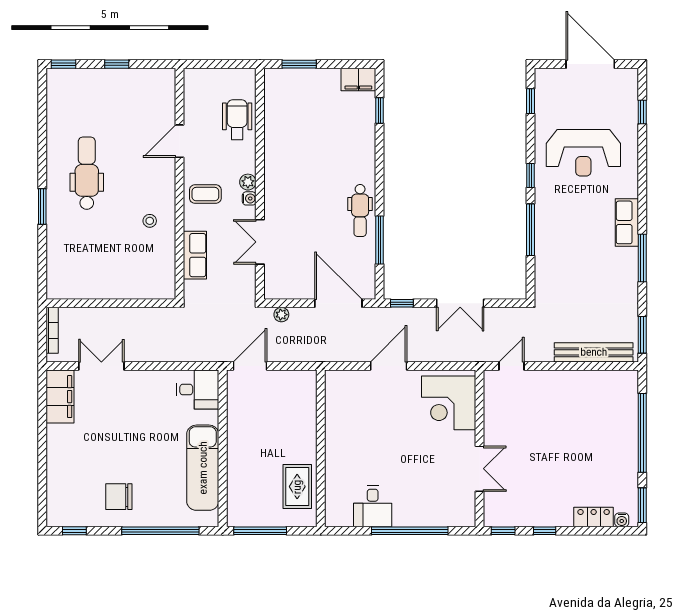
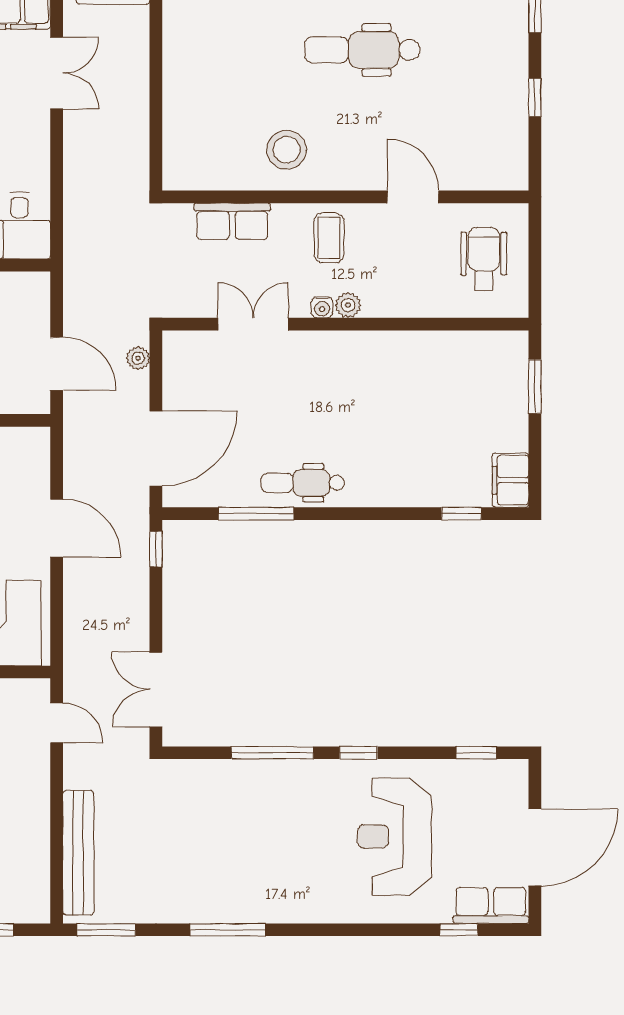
wheelchair: (237, 120) -> (484, 259), moved, turned -90
dental chair: (87, 173) -> (362, 50), turned 180
stool: (150, 221) -> (287, 150), width x1.89, depth x1.89
row of seats: (627, 222) -> (491, 905), moved
double door: (460, 303) -> (156, 690), moved
door: (250, 366) -> (57, 364), moved

